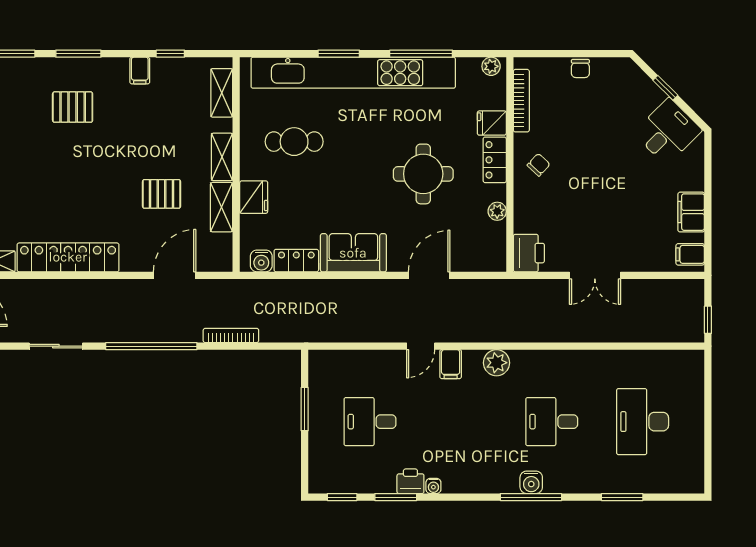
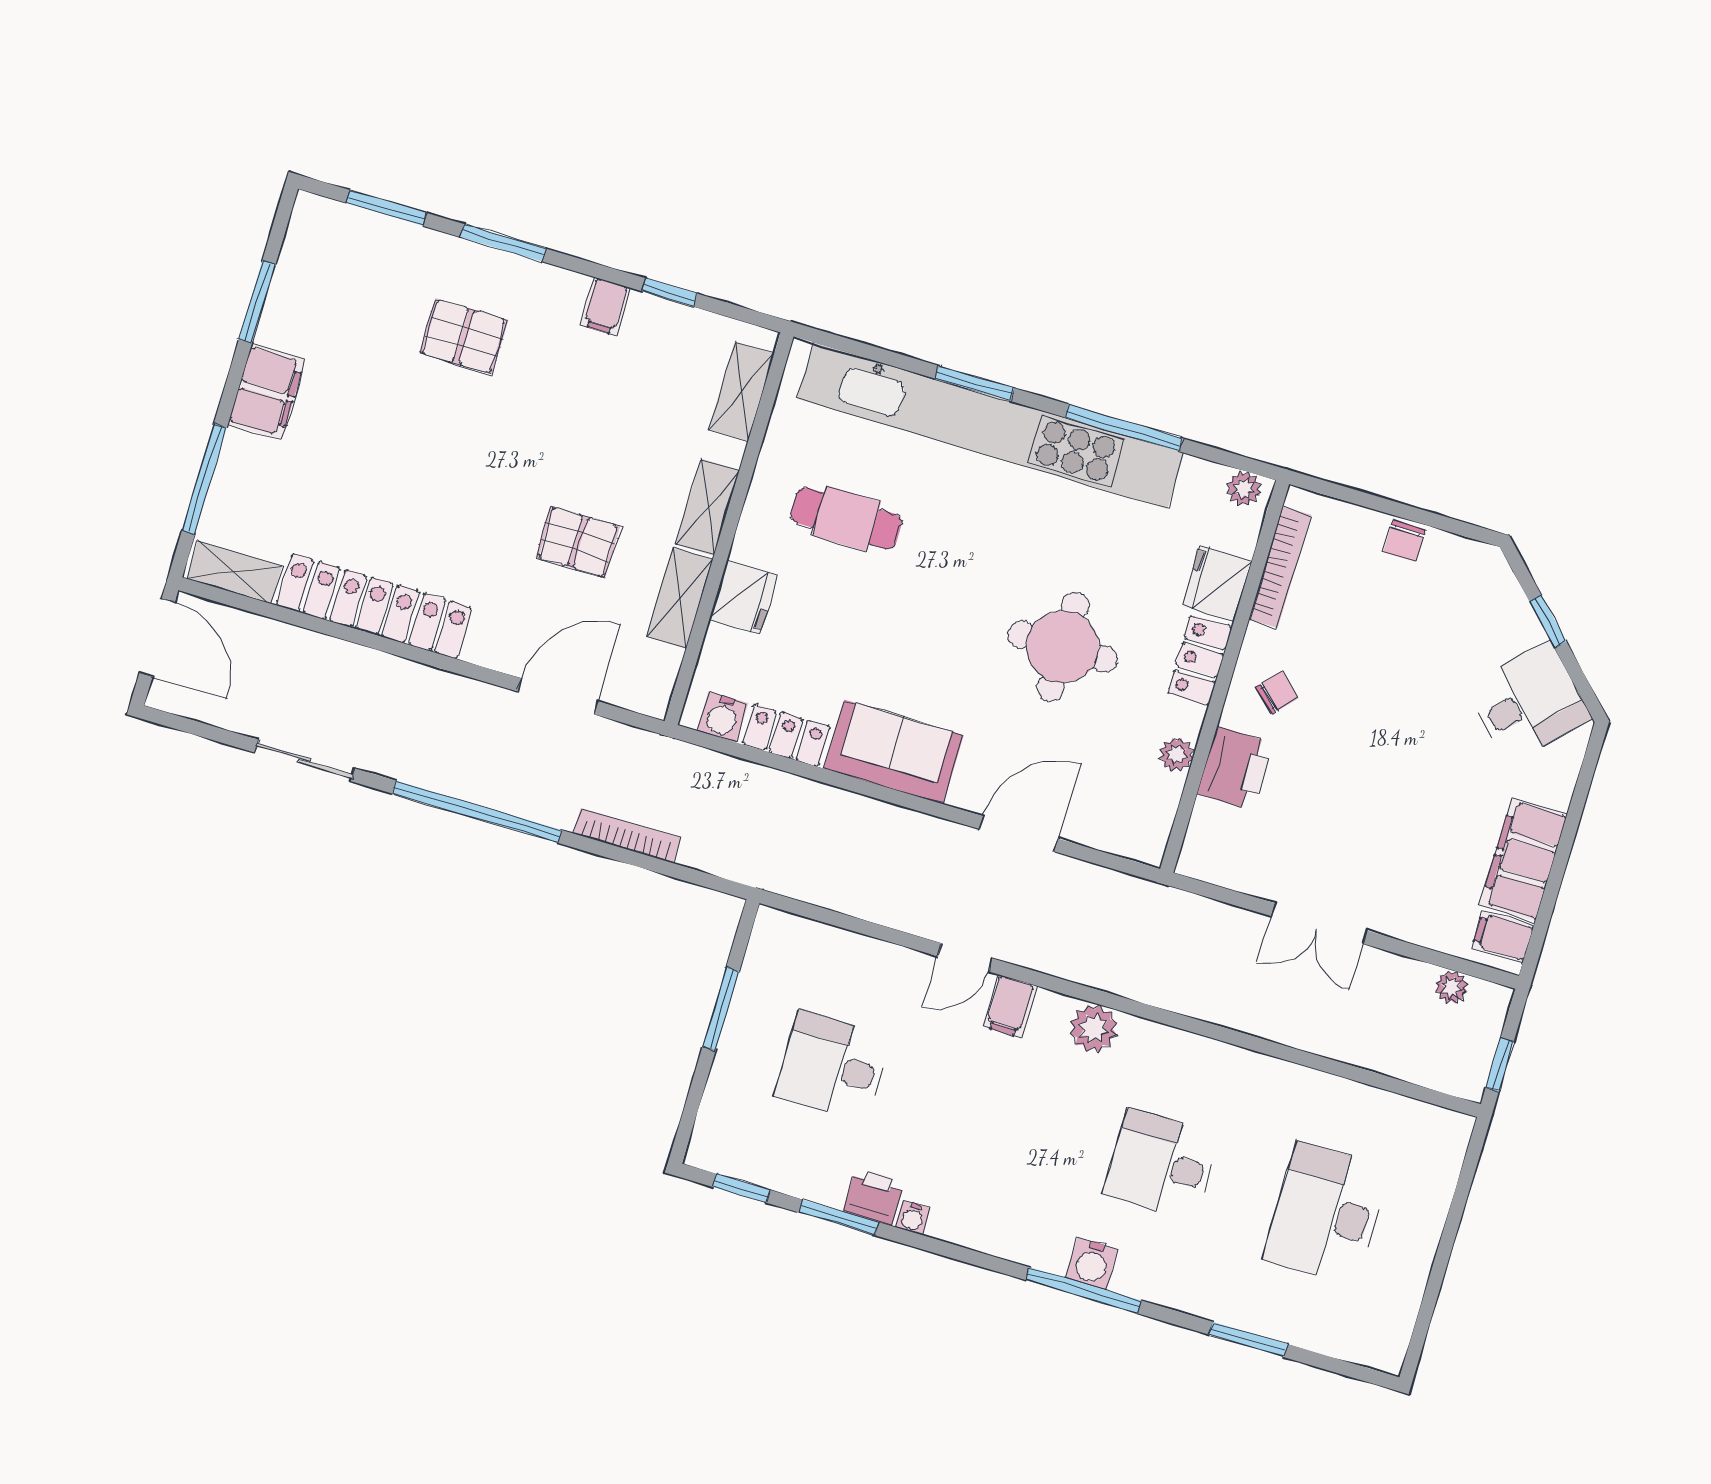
fridge: (492, 123) -> (1217, 583), width x1.38
filing cabinet: (691, 212) -> (1523, 859), width x1.50, depth x1.17
printer: (529, 253) -> (1235, 768), moved
plant: (672, 288) -> (1452, 987), added

